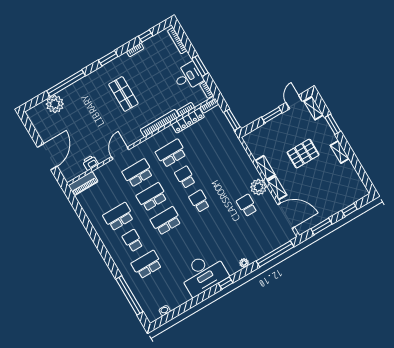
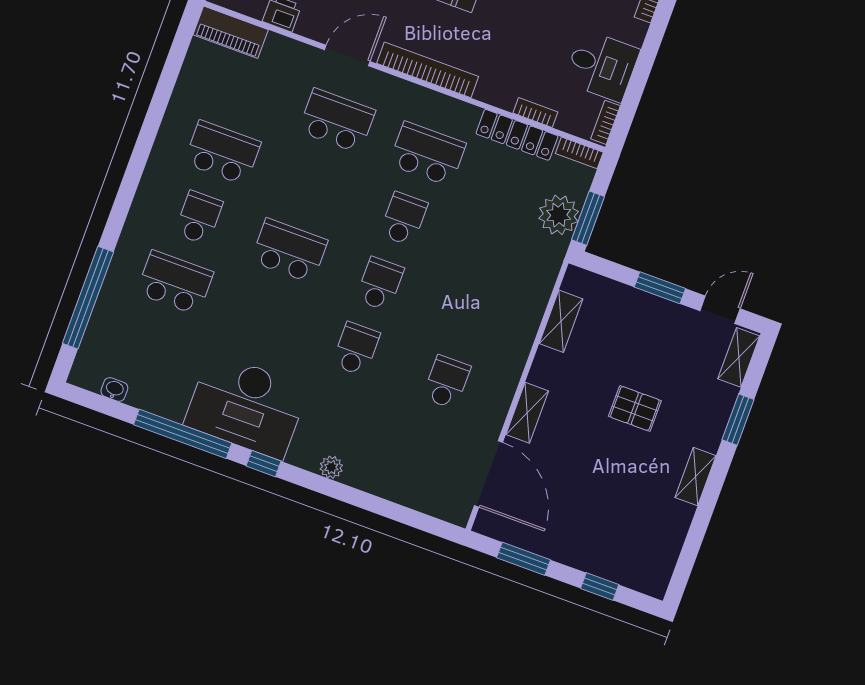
window: (200, 66) -> (642, 72), removed
bookcase: (160, 123) -> (428, 70), moved
pallet: (303, 154) -> (635, 408), width x0.67, depth x0.71
shelving: (265, 168) -> (561, 321), moved
plant: (258, 187) -> (559, 215), moved
school desk: (152, 197) -> (356, 349), moved, width x0.54
window: (275, 254) -> (183, 434), moved

